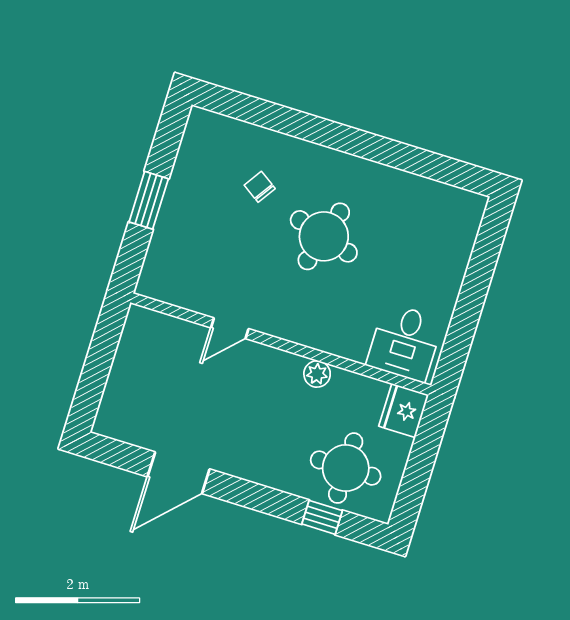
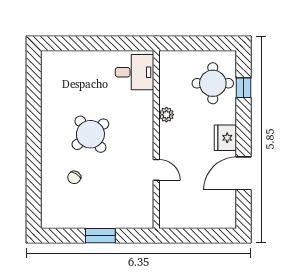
round table: (324, 236) -> (90, 134), turned 35
fridge: (404, 410) -> (225, 138), moved, turned 90
door: (179, 473) -> (244, 173), swing flipped

